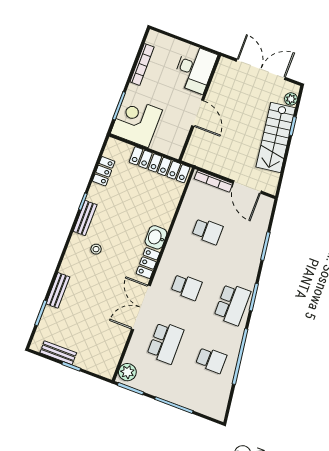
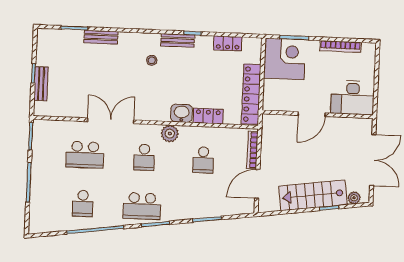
locker: (148, 263) -> (208, 116), moved
bench: (58, 353) -> (41, 84), moved
plant: (127, 372) -> (170, 134), moved

